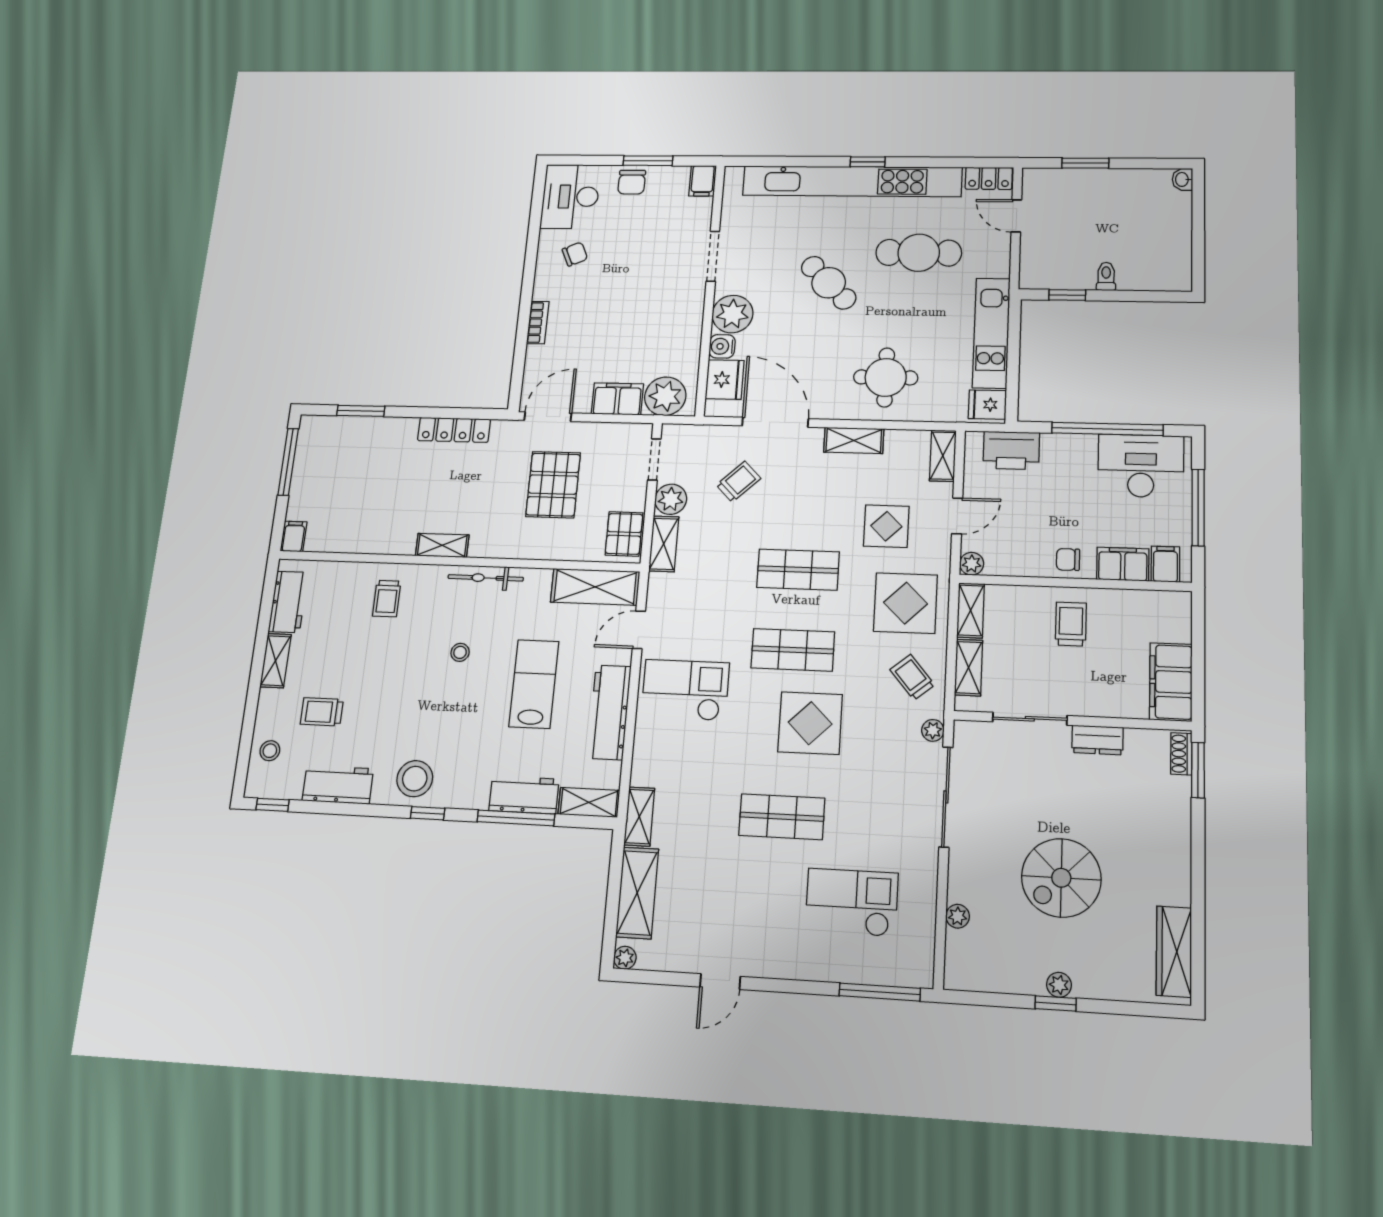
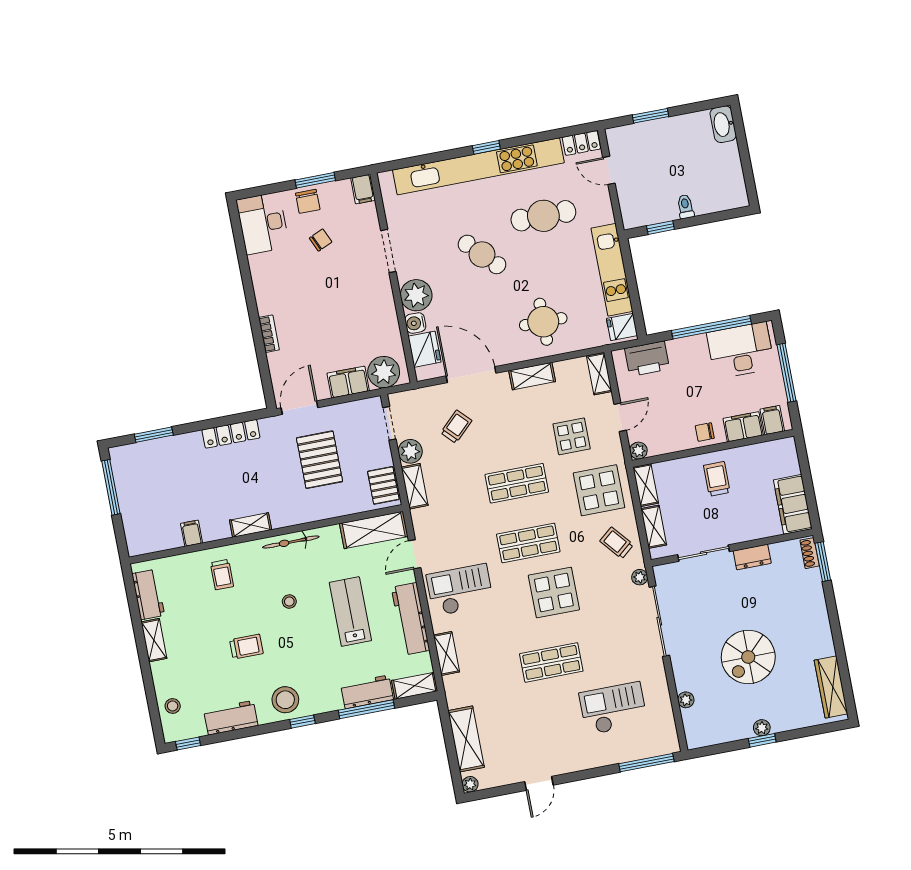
washbasin: (1182, 179) -> (723, 124), width x1.91, depth x1.45
chair: (575, 254) -> (321, 240), moved
filing cabinet: (294, 536) -> (192, 533), moved
trolley: (322, 712) -> (246, 647), moved, turned 180
shelving: (639, 817) -> (446, 653), moved

